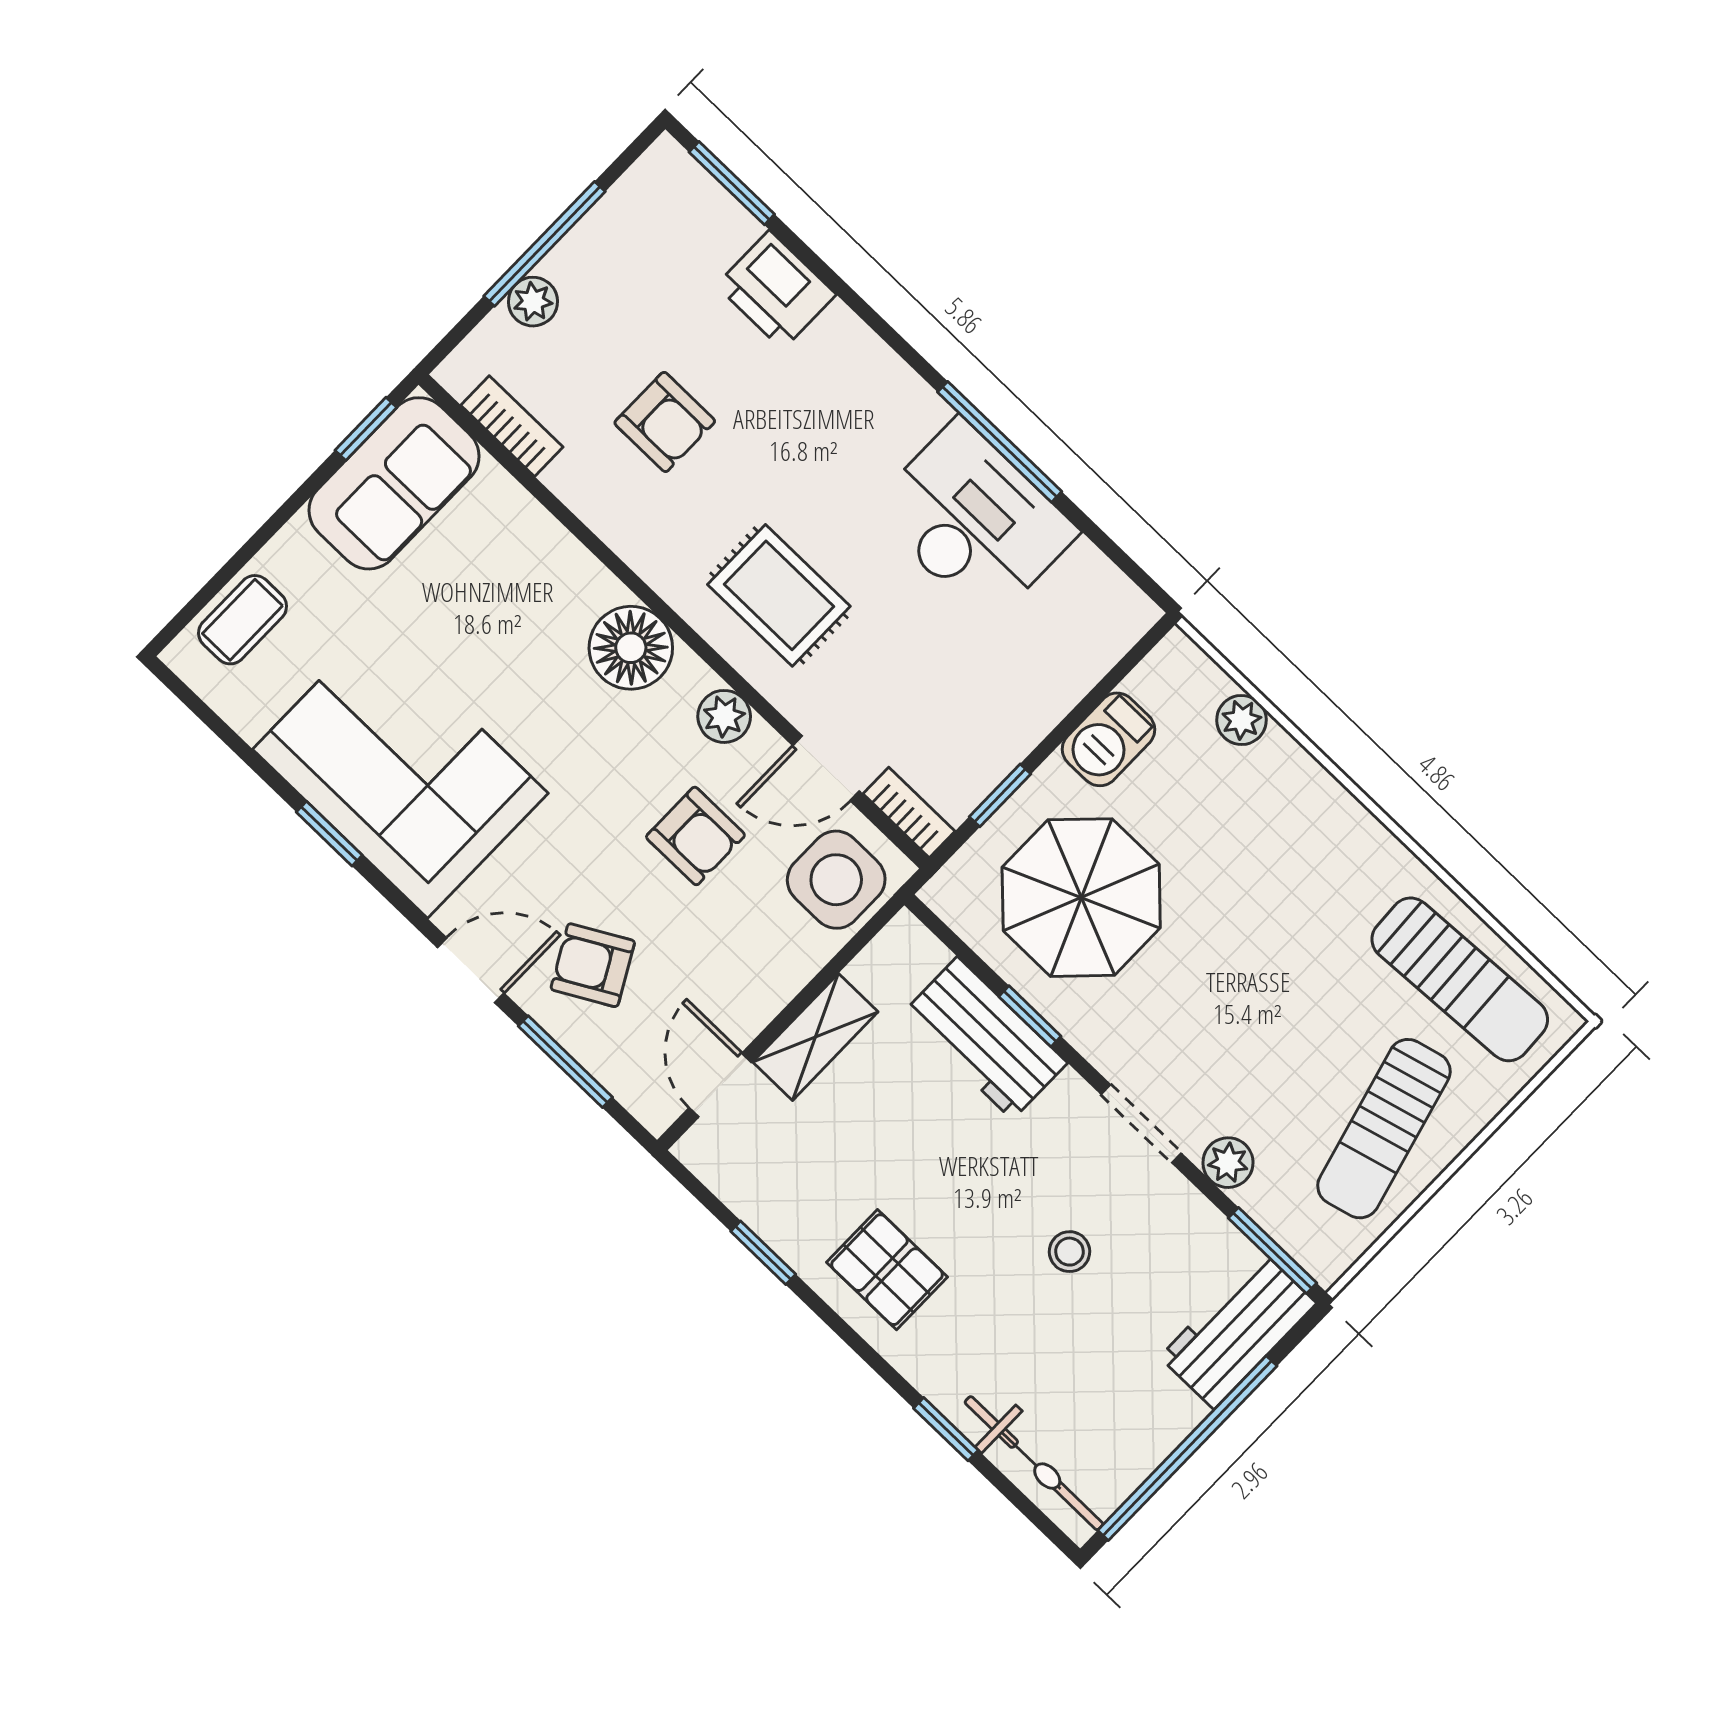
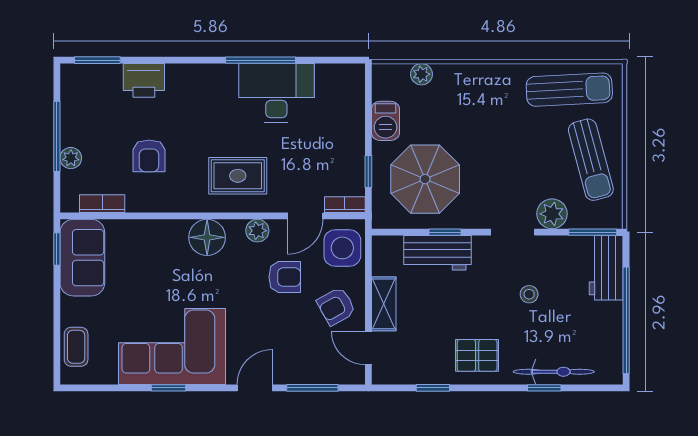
armchair: (665, 422) -> (149, 156), turned 90
armchair: (593, 965) -> (336, 306), moved
plant: (1228, 1163) -> (552, 214), width x1.38, depth x1.38
bicycle: (1034, 1463) -> (554, 372), moved

